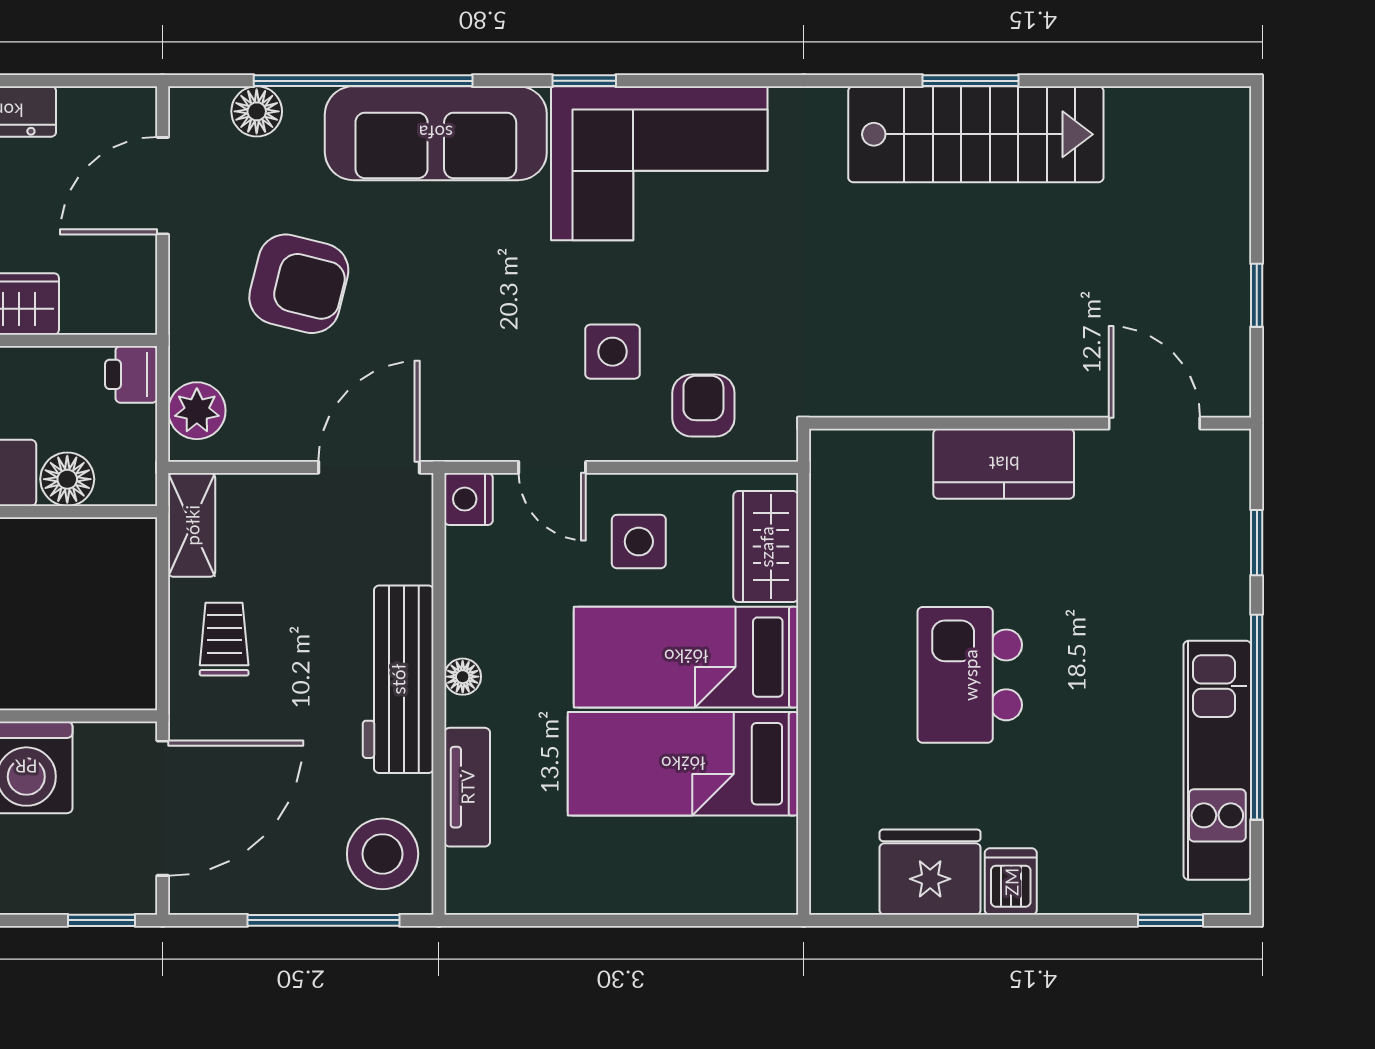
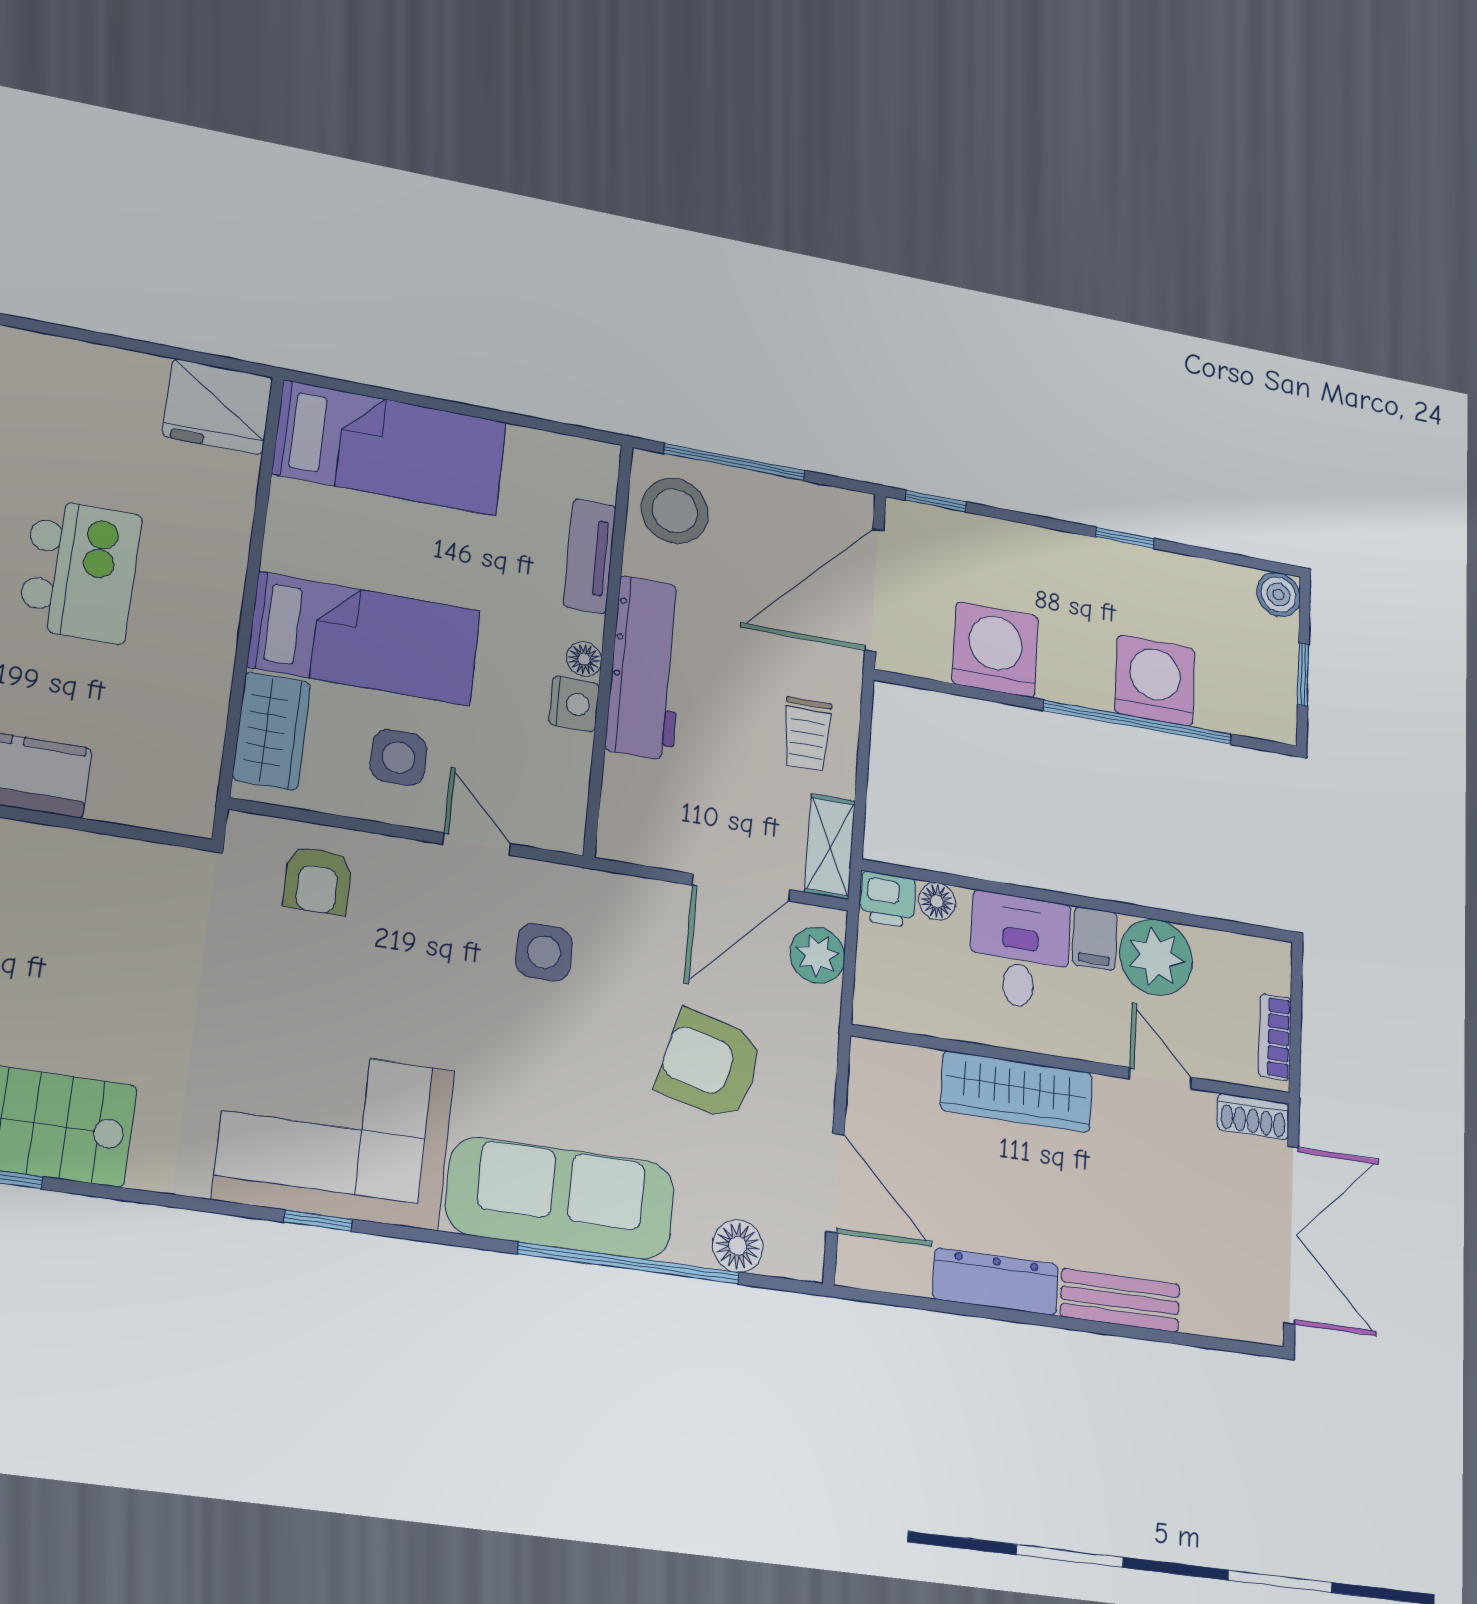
window: (584, 81) -> (318, 1221), moved
door: (163, 186) -> (835, 1183), hinge flipped
side table: (613, 352) -> (544, 952), moved
printer: (131, 374) -> (888, 899), moved, turned 90
door: (369, 467) -> (741, 887), moved
floor lamp: (67, 479) -> (937, 901), width x0.73, depth x0.73
nightstand: (469, 499) -> (574, 704), moved
bed: (683, 764) -> (390, 448), moved
fridge: (930, 872) -> (218, 407), moved
dishwasher: (1011, 882) -> (67, 369), removed

